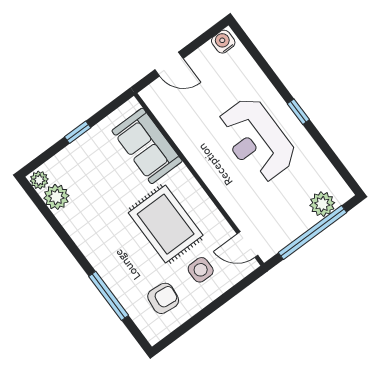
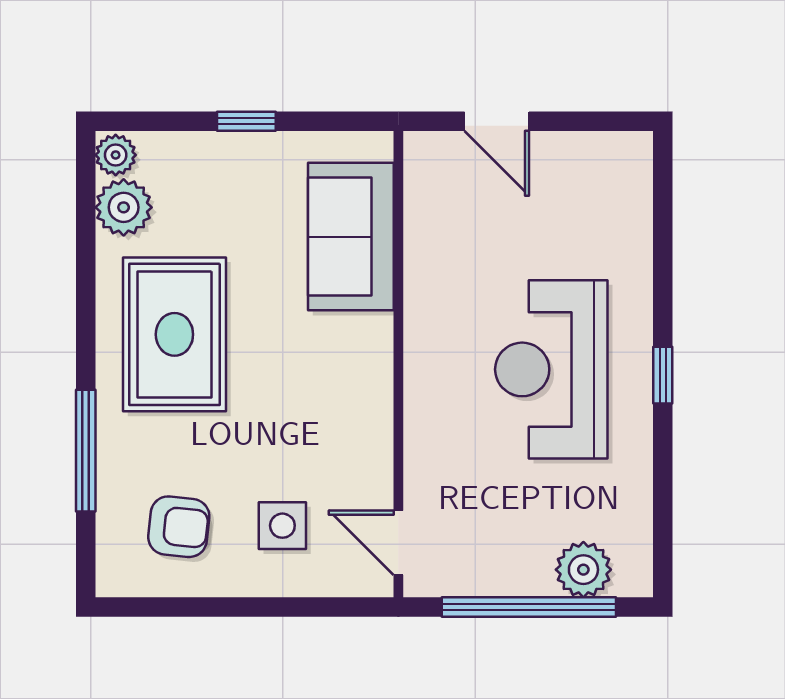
water cooler: (223, 42) -> (622, 153), removed
rug: (166, 224) -> (174, 334), moved

